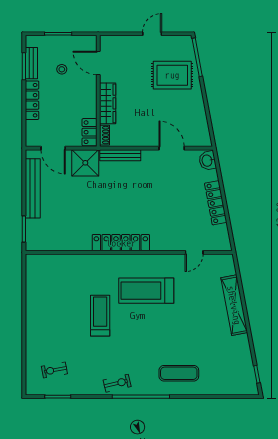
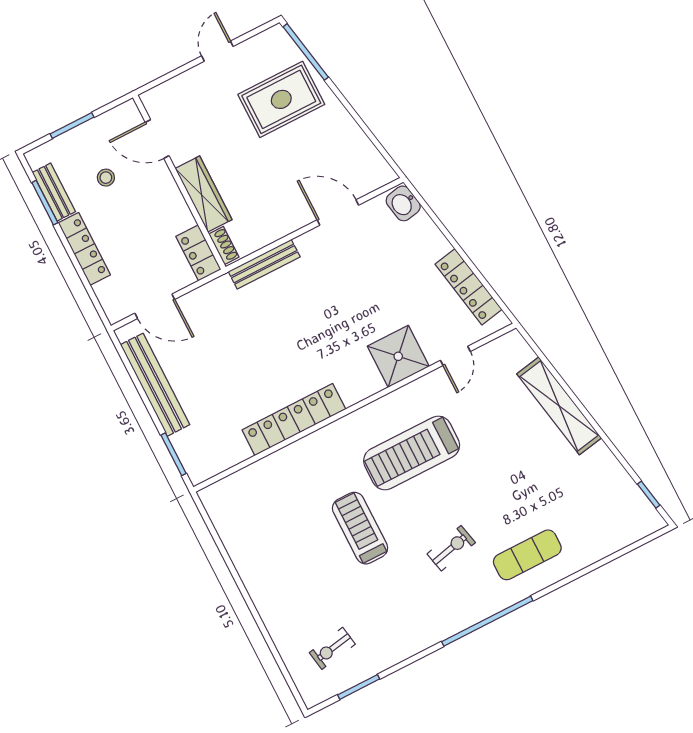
shower: (85, 163) -> (398, 356), moved
locker: (216, 203) -> (468, 287), moved
locker: (121, 243) -> (294, 420), moved
exercise bike: (117, 383) -> (451, 548), moved

